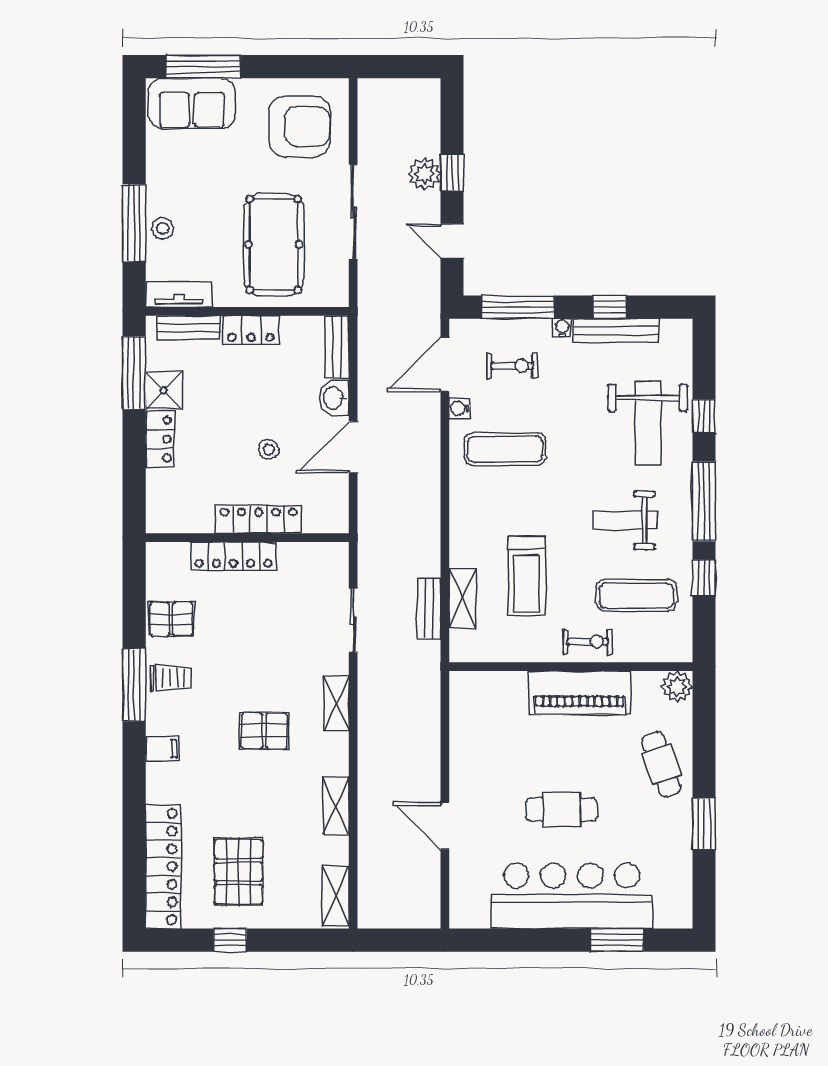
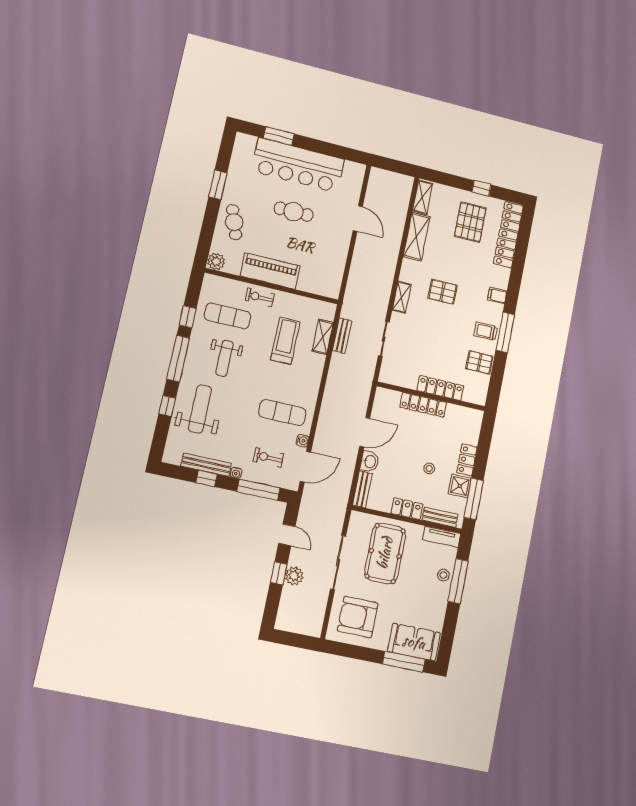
stool: (269, 450) -> (429, 468), moved
weight bench: (625, 520) -> (224, 358), turned 90
shelving: (336, 806) -> (417, 237), width x1.50, depth x1.33

